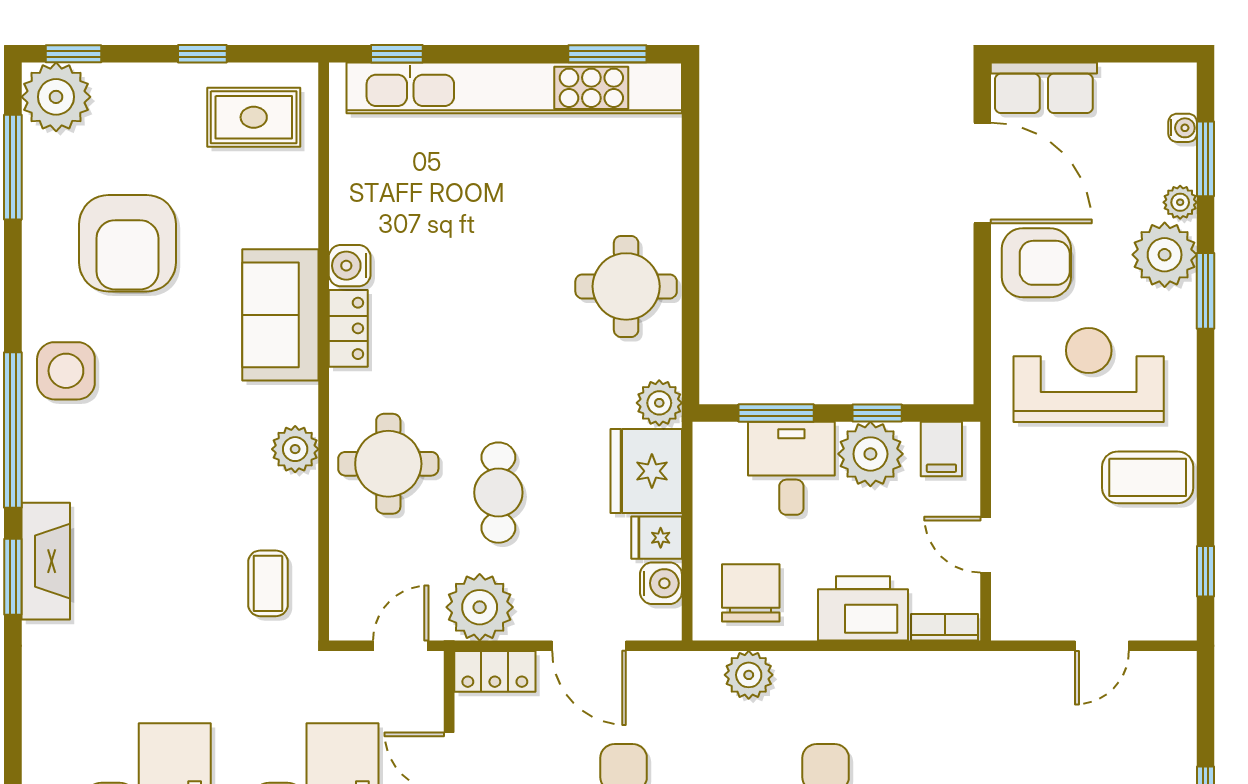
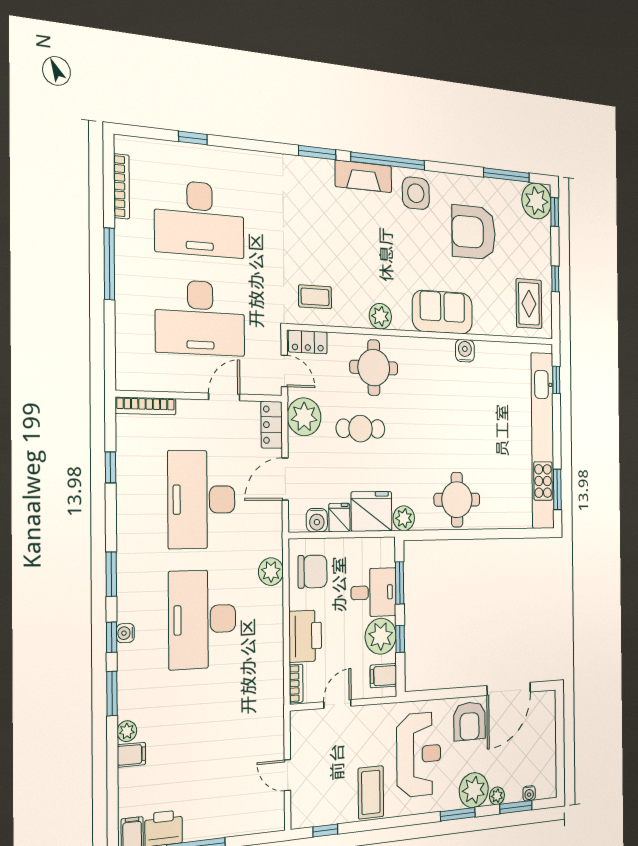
row of seats: (1044, 88) -> (545, 718), removed
locker: (348, 328) -> (308, 342), moved
fireplace: (46, 561) -> (363, 176), moved

